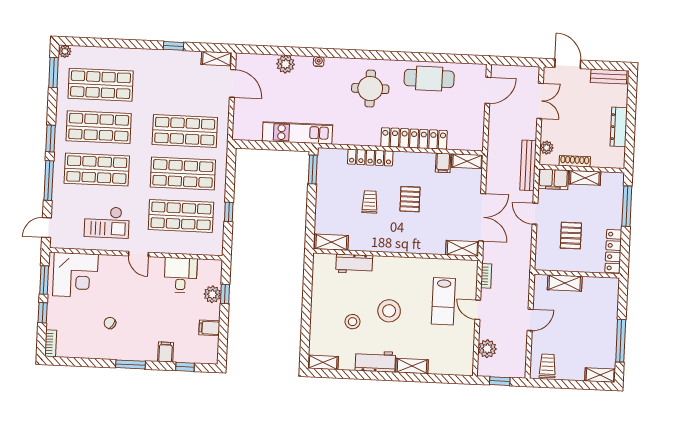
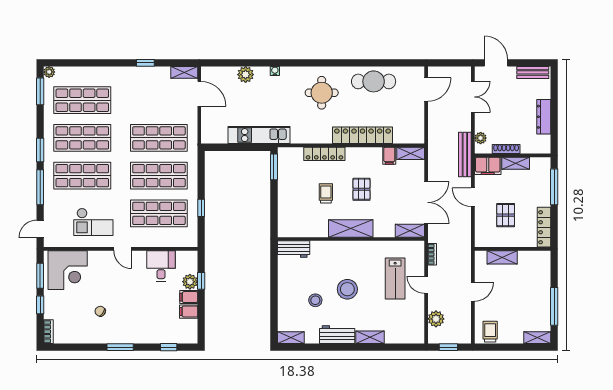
shelving: (331, 242) -> (351, 228), moved, width x1.50, depth x1.33
workbench: (354, 264) -> (294, 249), moved
filing cabinet: (166, 352) -> (189, 297), moved, turned -90

